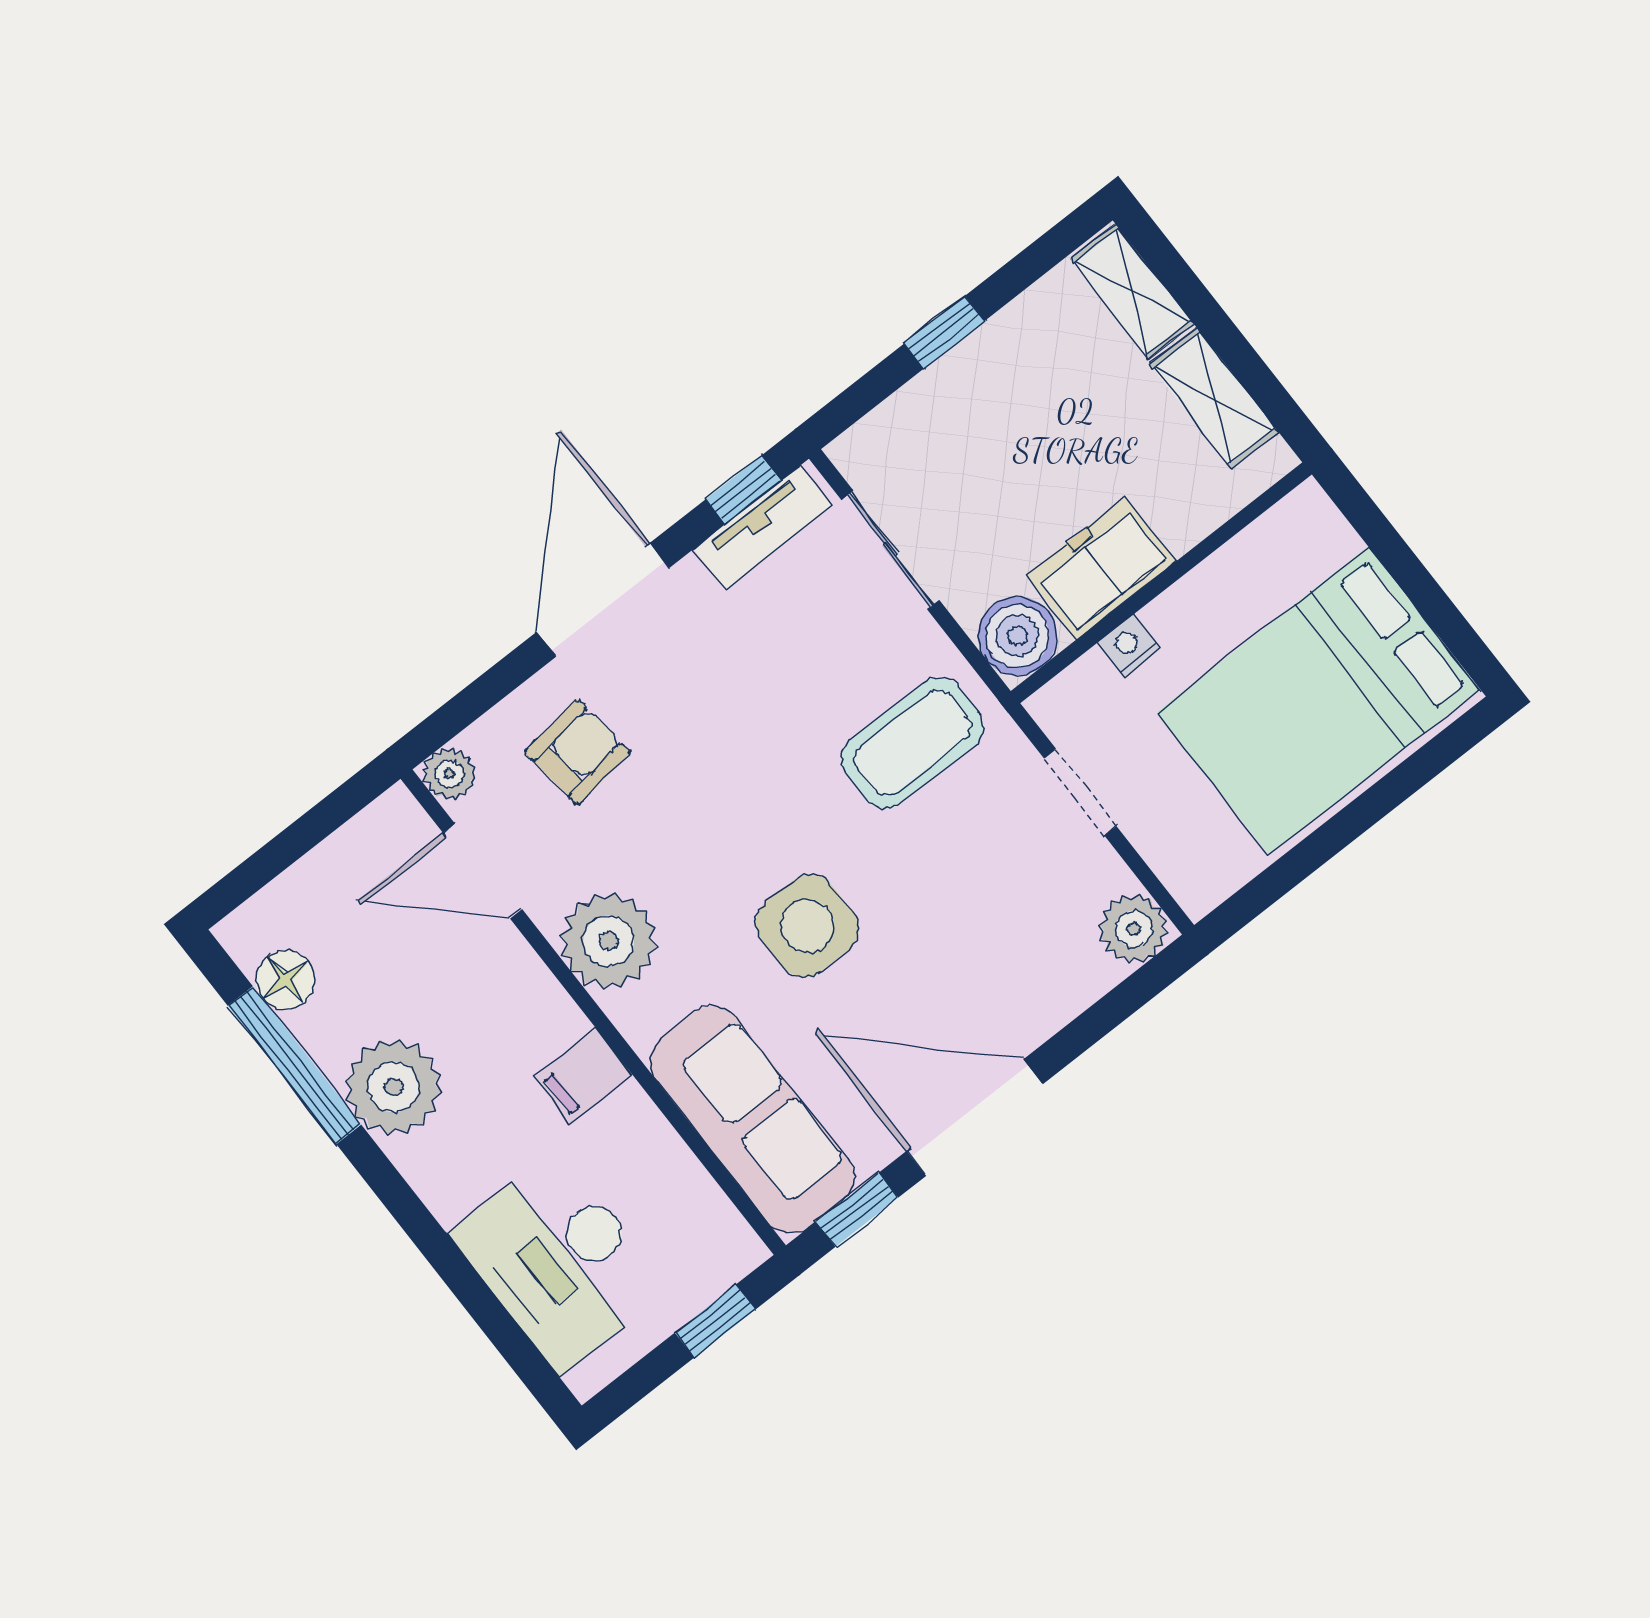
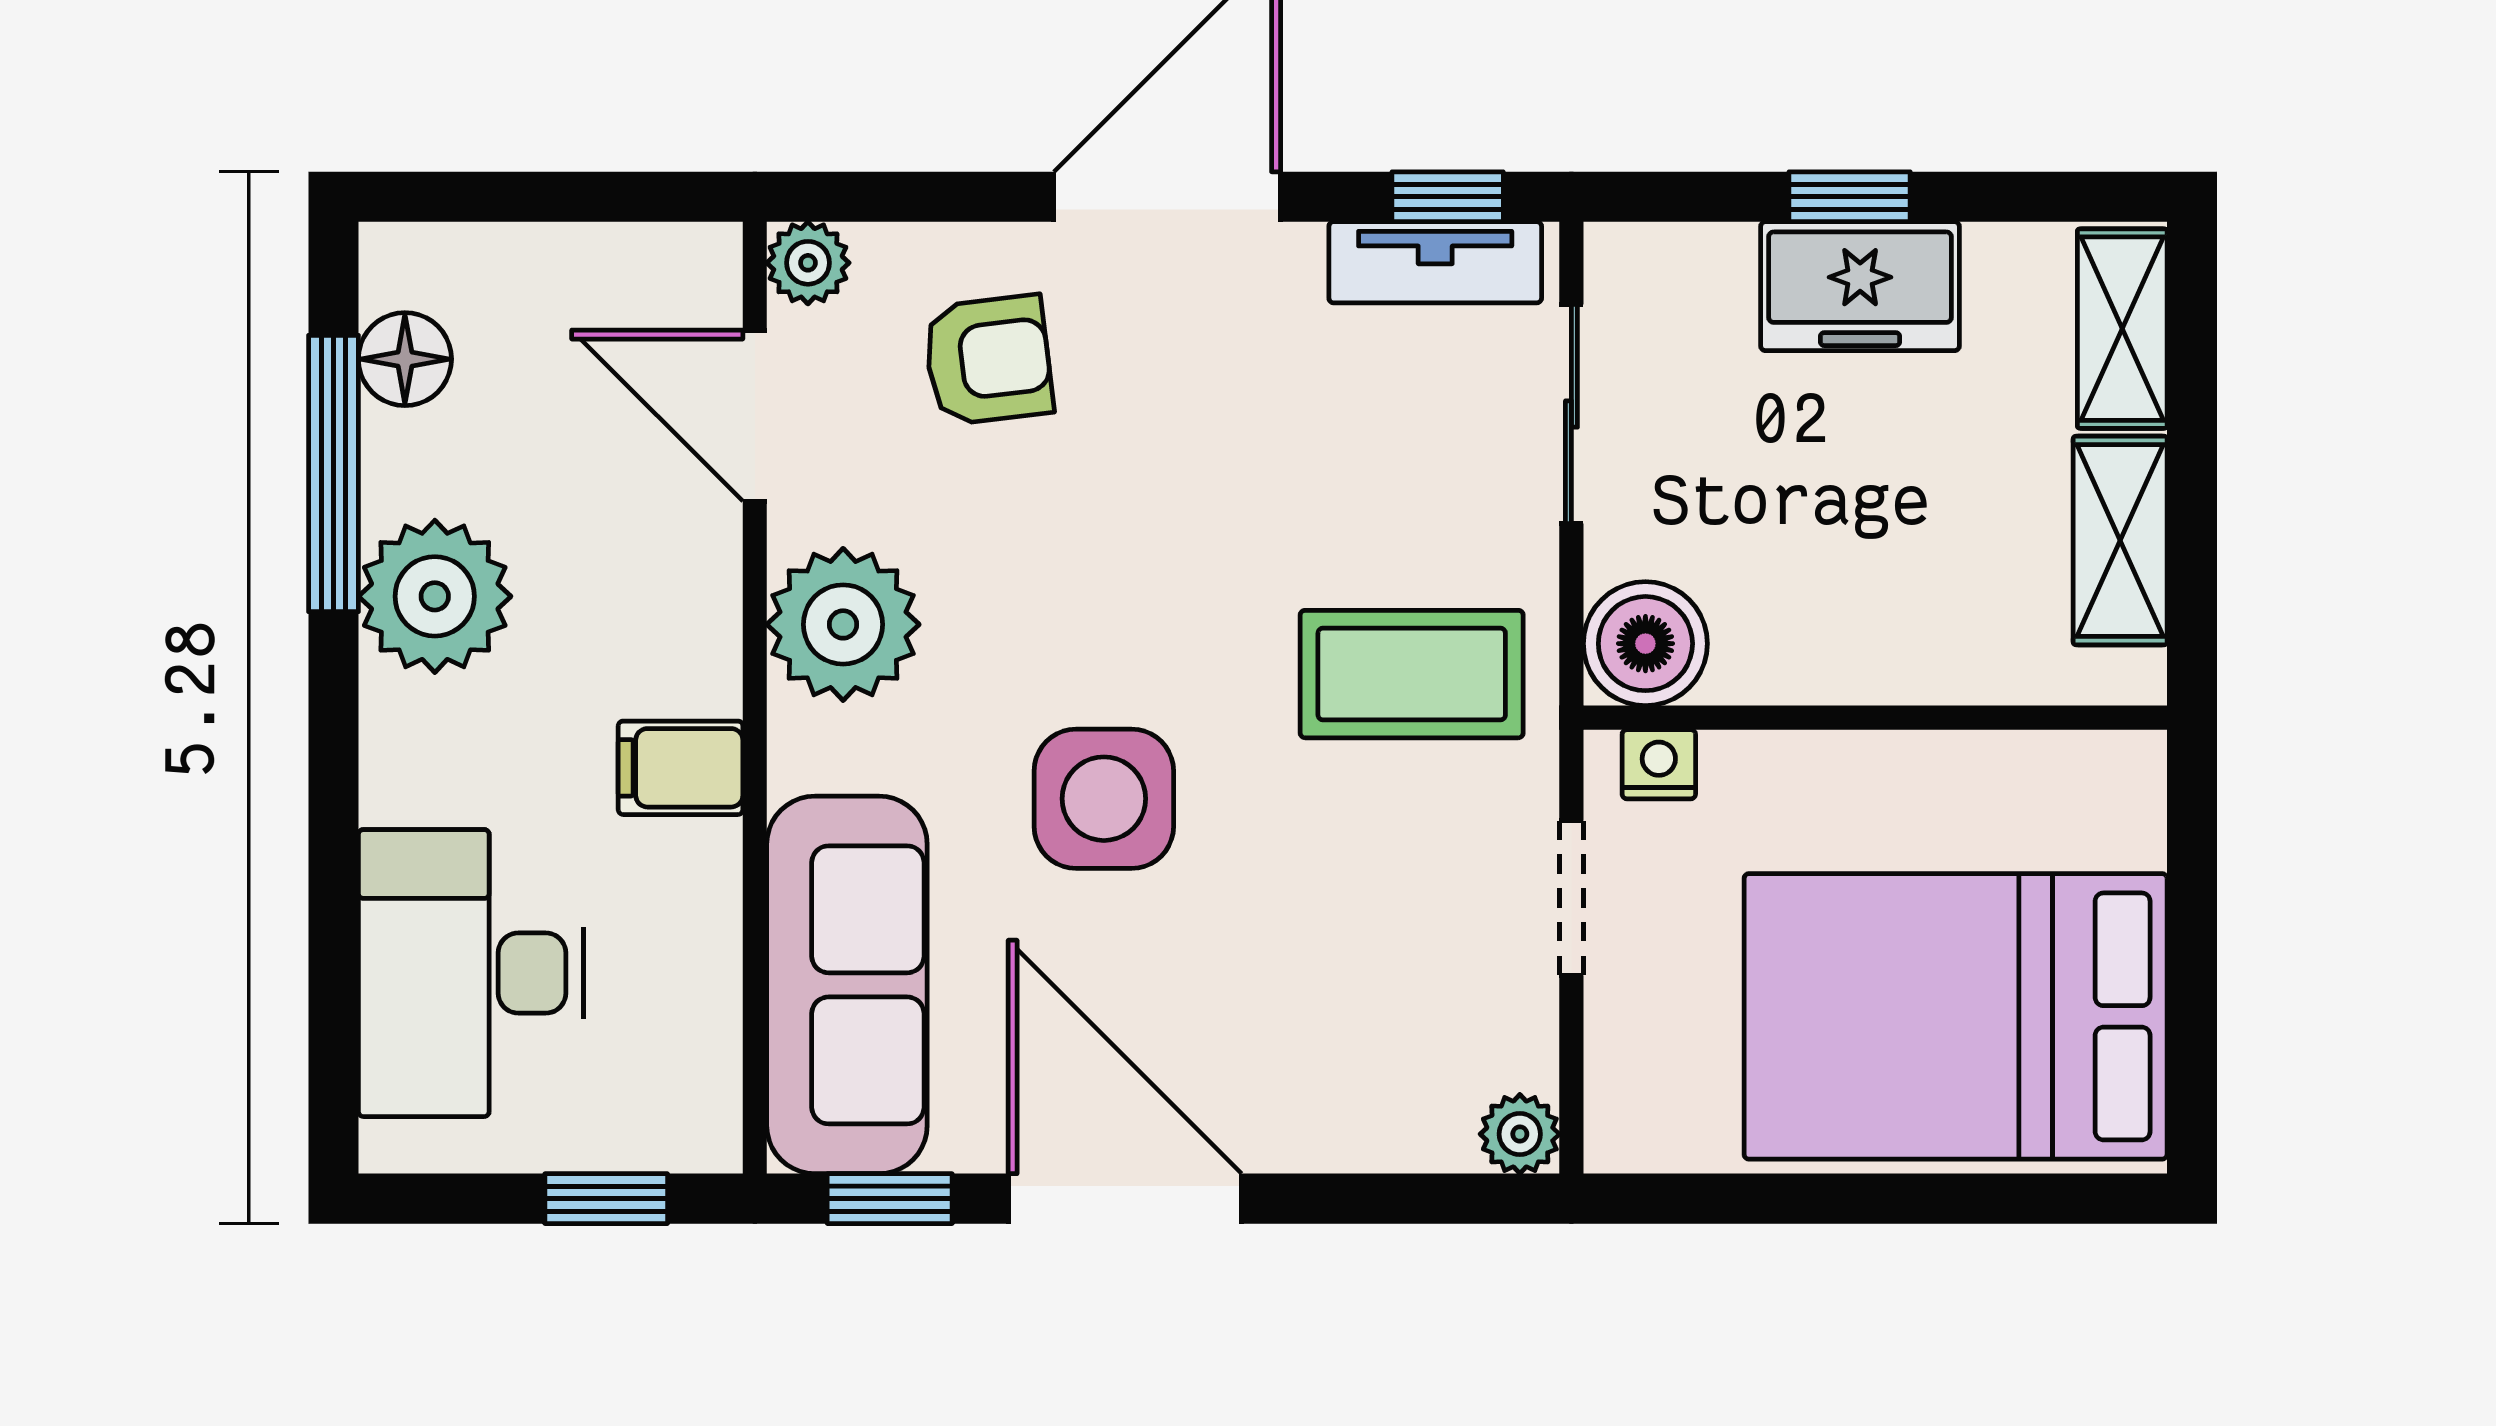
freezer: (1101, 568) -> (1860, 286), moved, turned 180
nightstand: (1129, 646) -> (1659, 764), moved
plant: (1134, 929) -> (1520, 1134), width x0.73, depth x0.73

